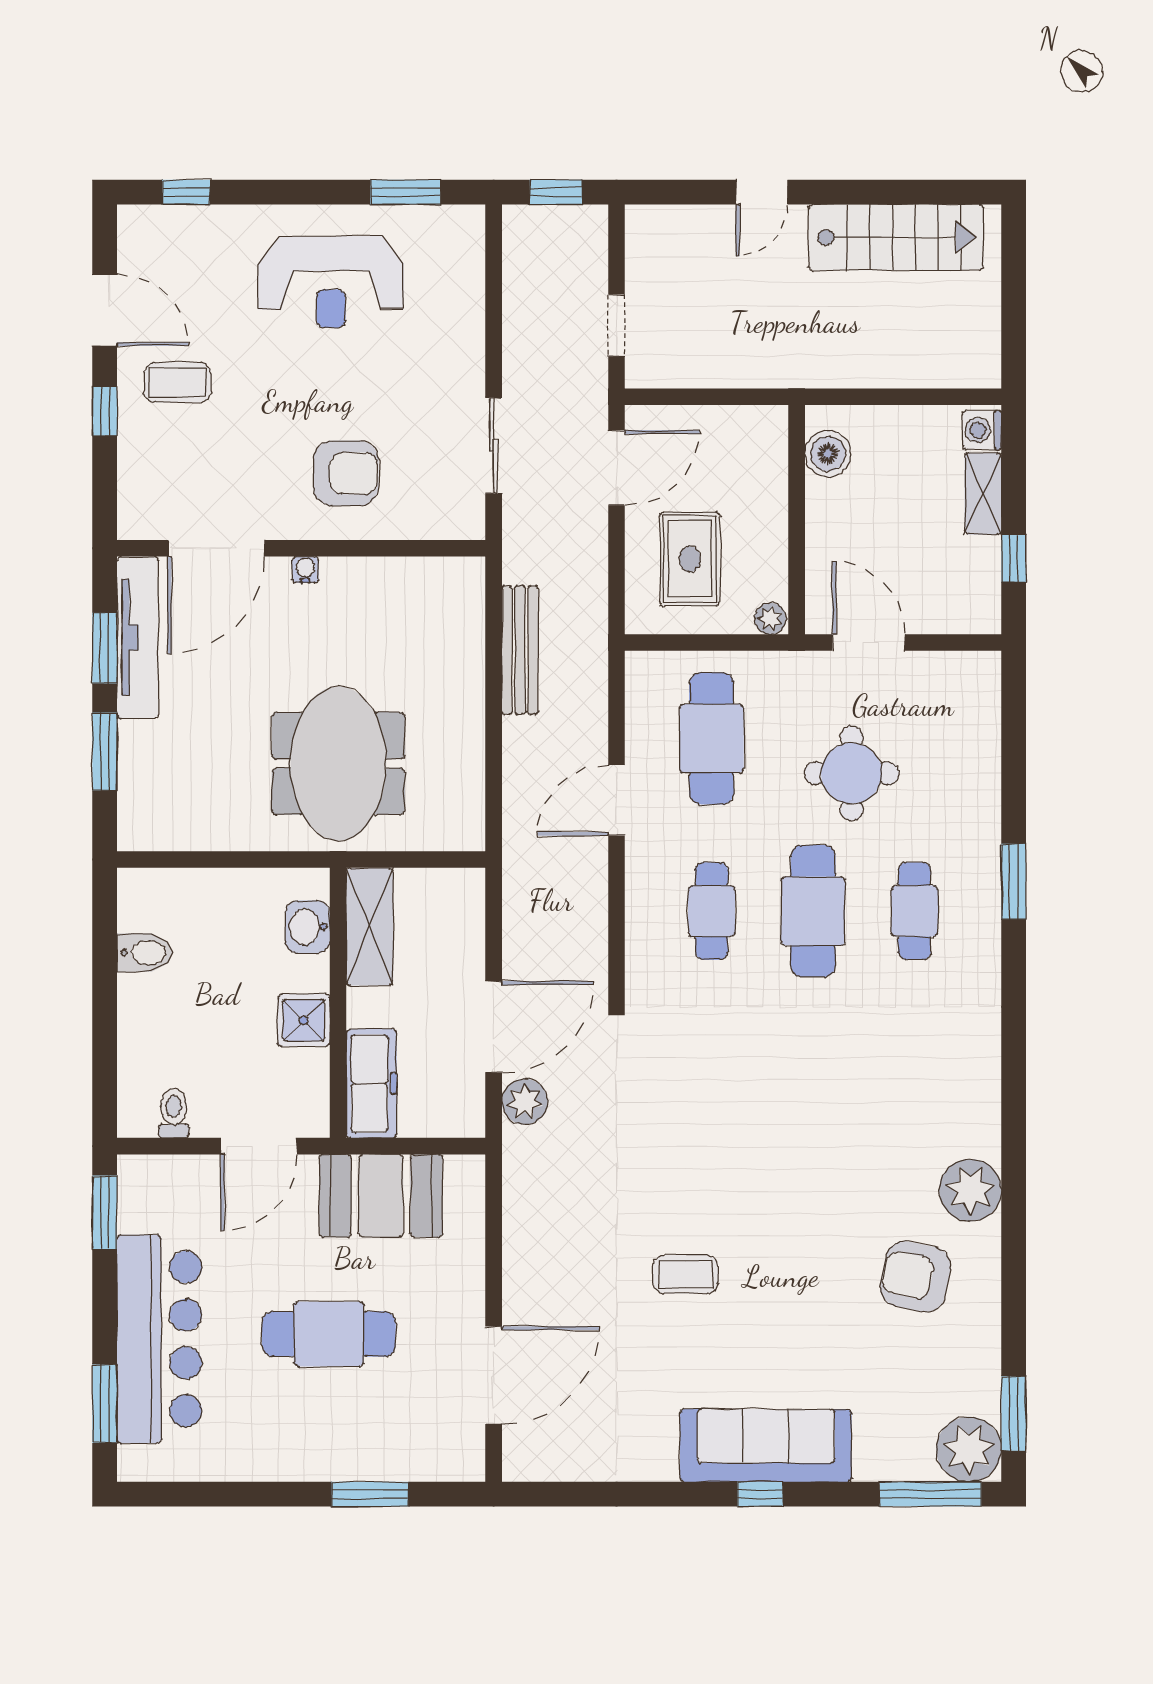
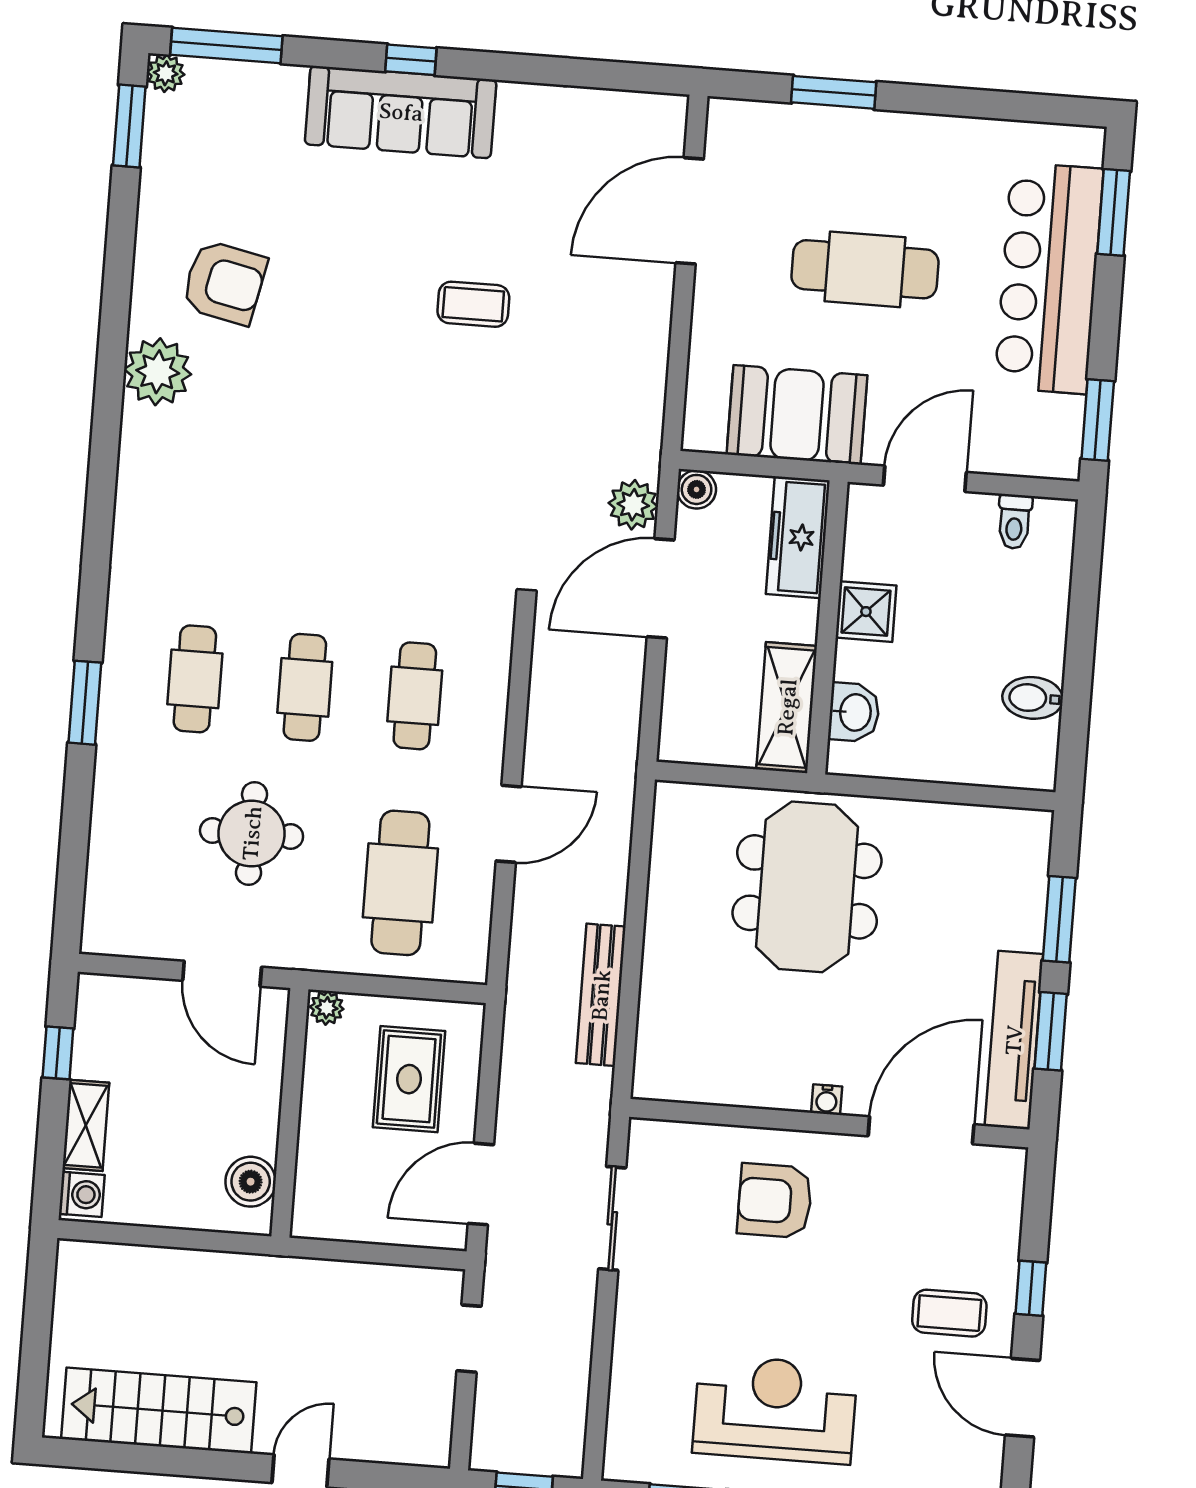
cafe table: (813, 911) -> (305, 687), width x0.73, depth x0.74
boiler: (468, 1120) -> (697, 489), added
plant: (969, 1449) -> (166, 73), width x0.53, depth x0.53

